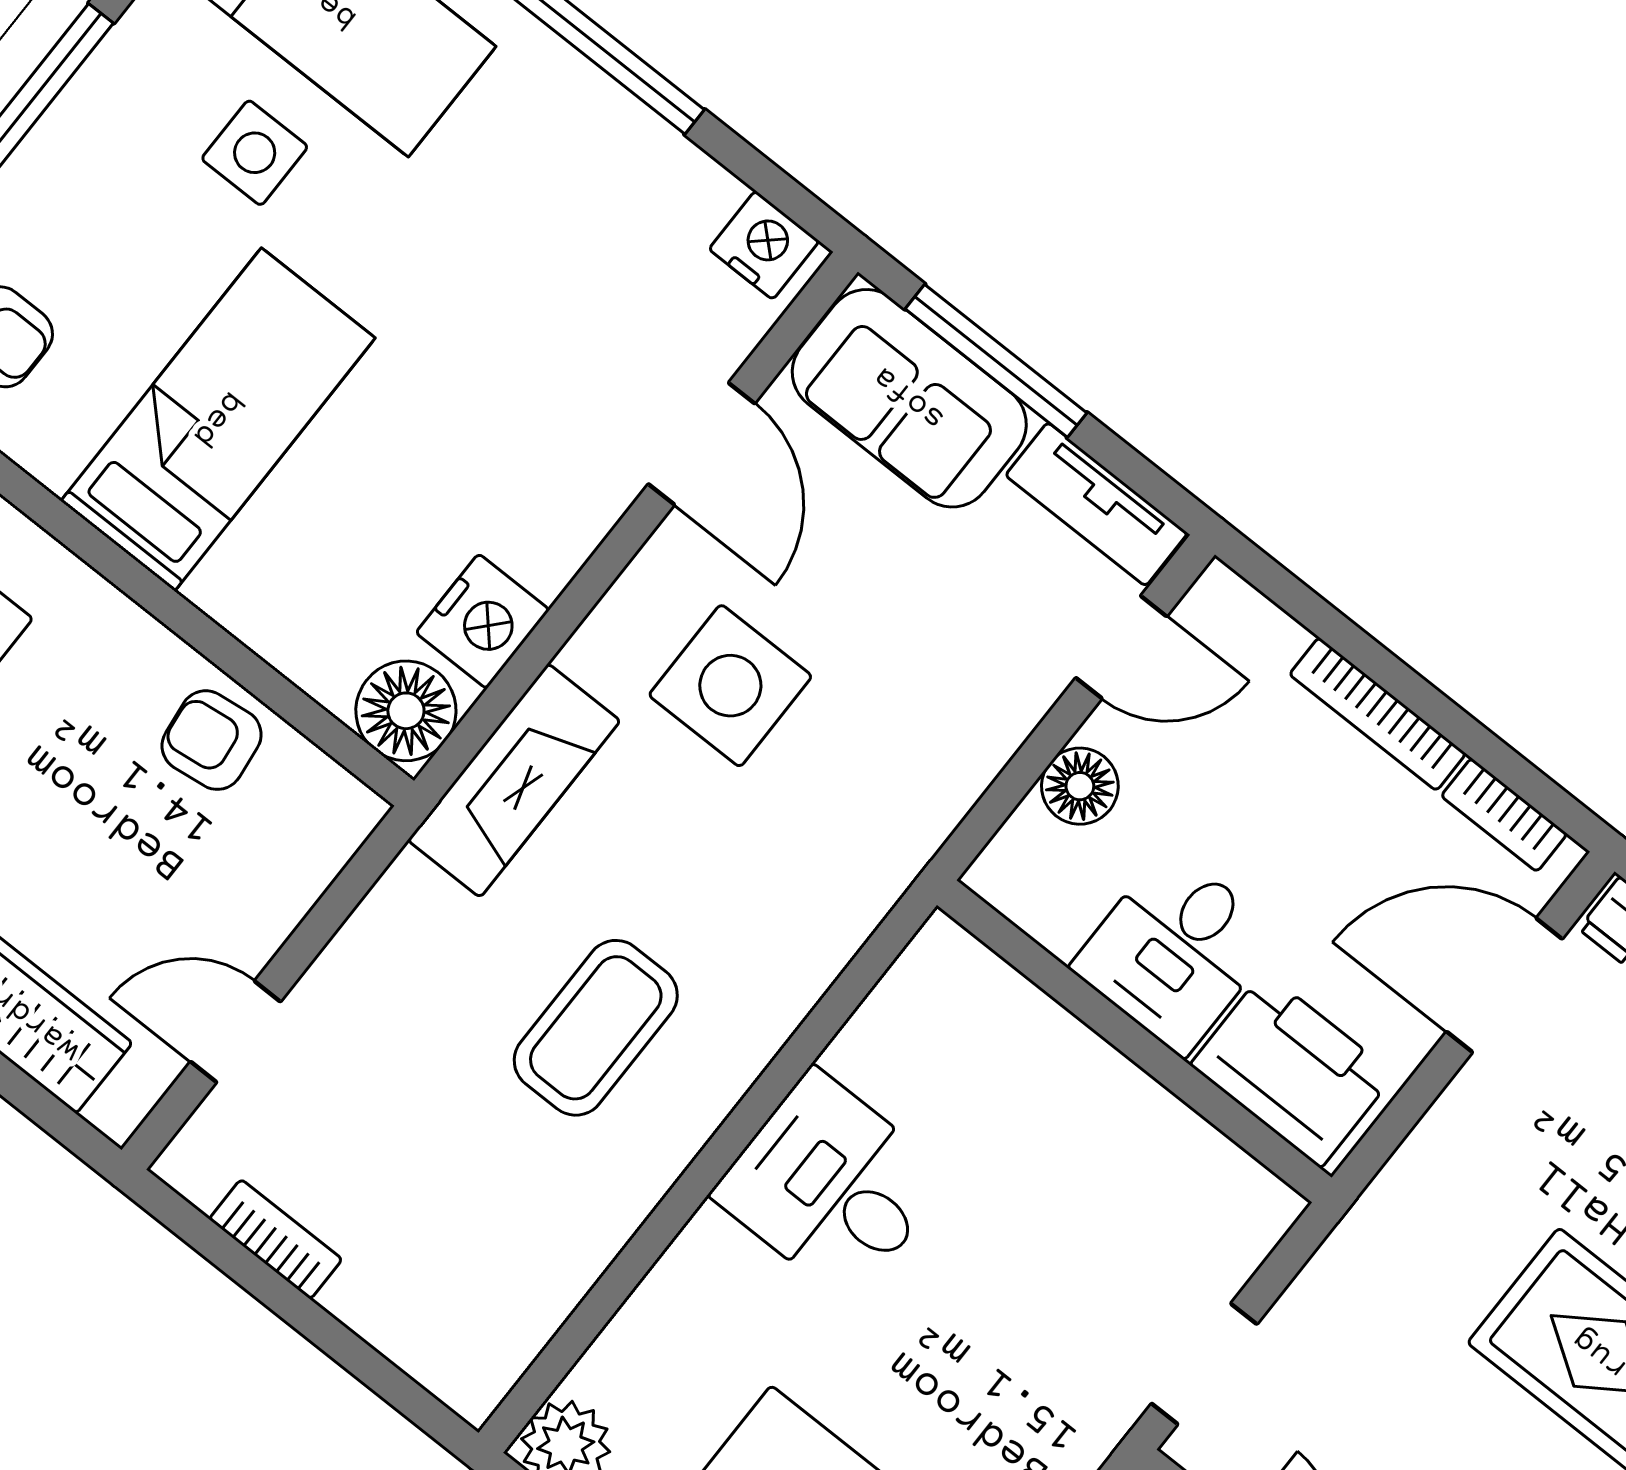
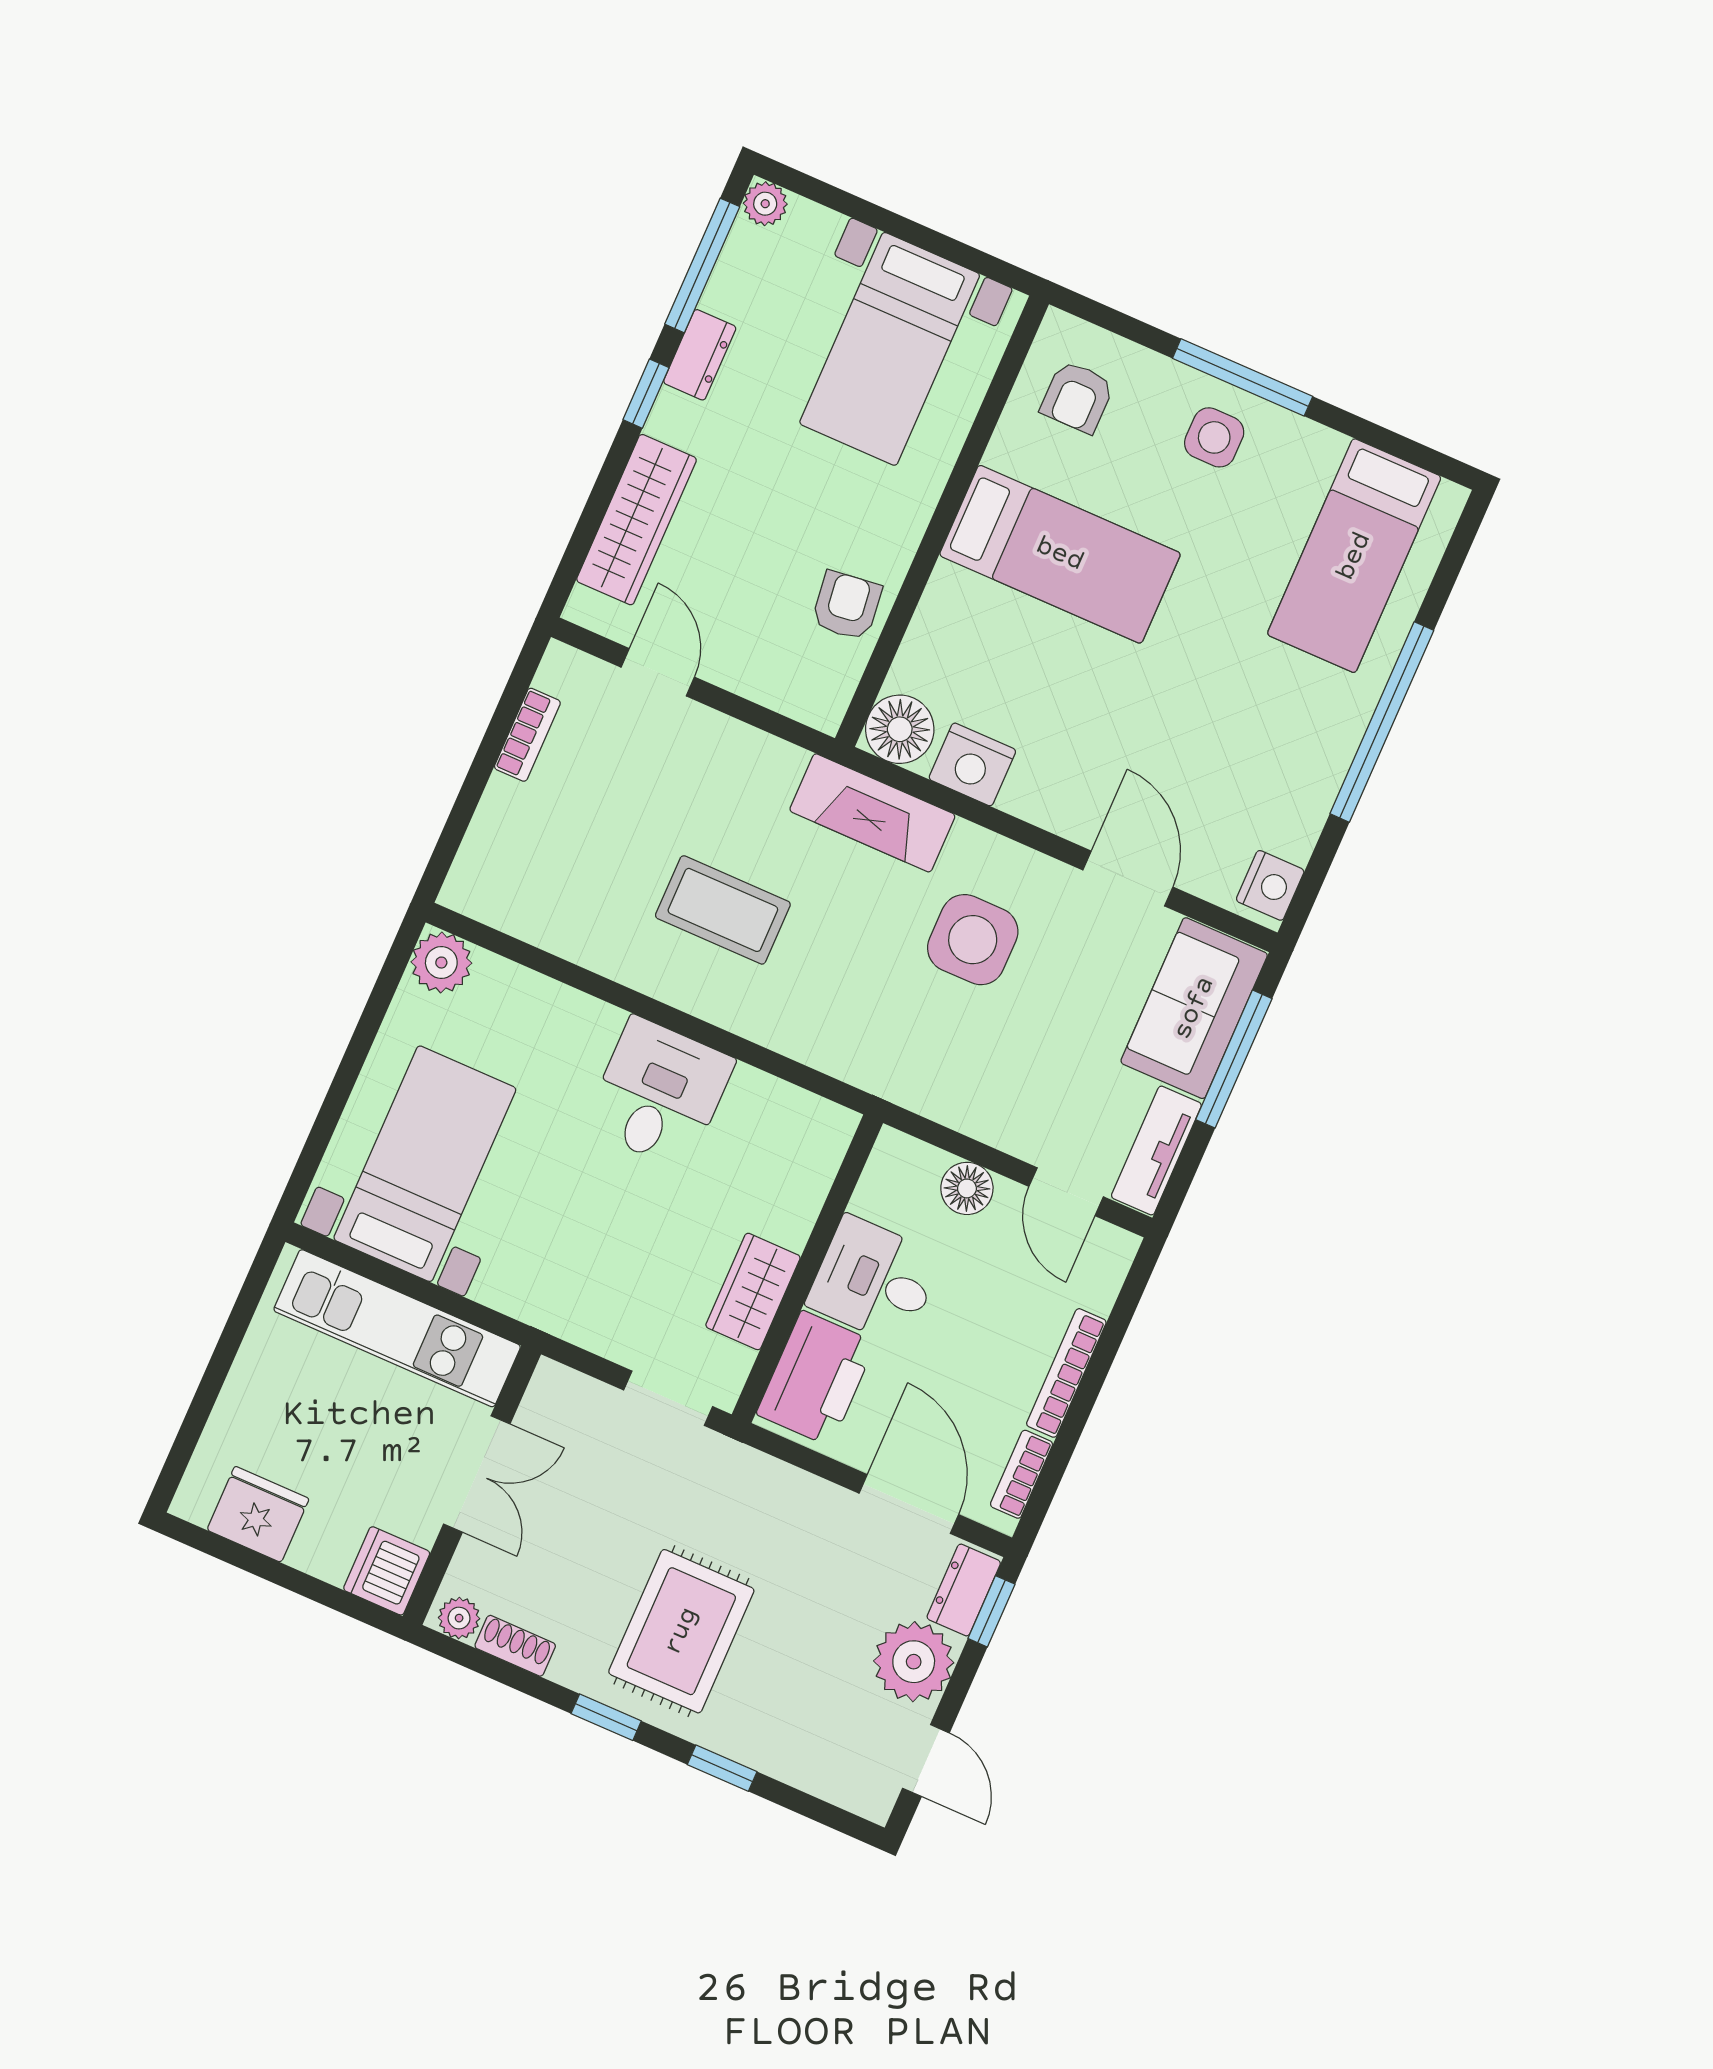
side table: (255, 153) -> (1214, 437), moved
door: (702, 444) -> (1128, 879), swing flipped
wardrobe: (1146, 1127) -> (753, 1291), added
doorway: (1204, 1364) -> (668, 1398), moved

